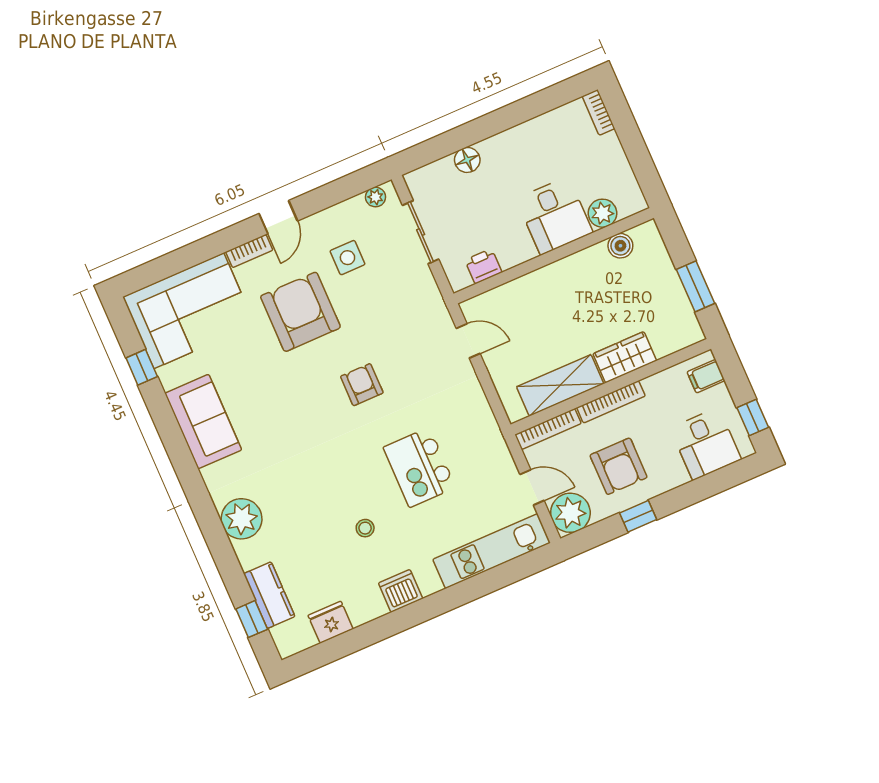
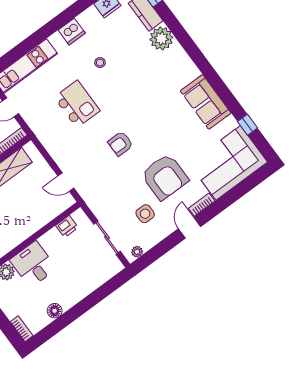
floor lamp: (467, 160) -> (55, 311), moved
armchair: (362, 385) -> (120, 144), turned 90
plant: (242, 519) -> (161, 38), moved

